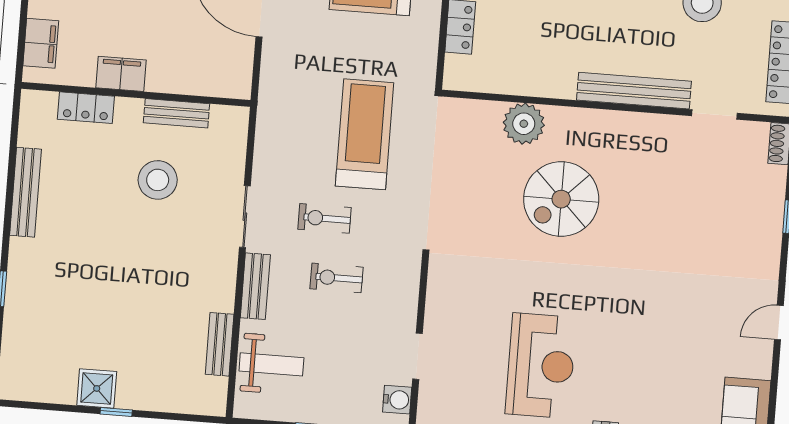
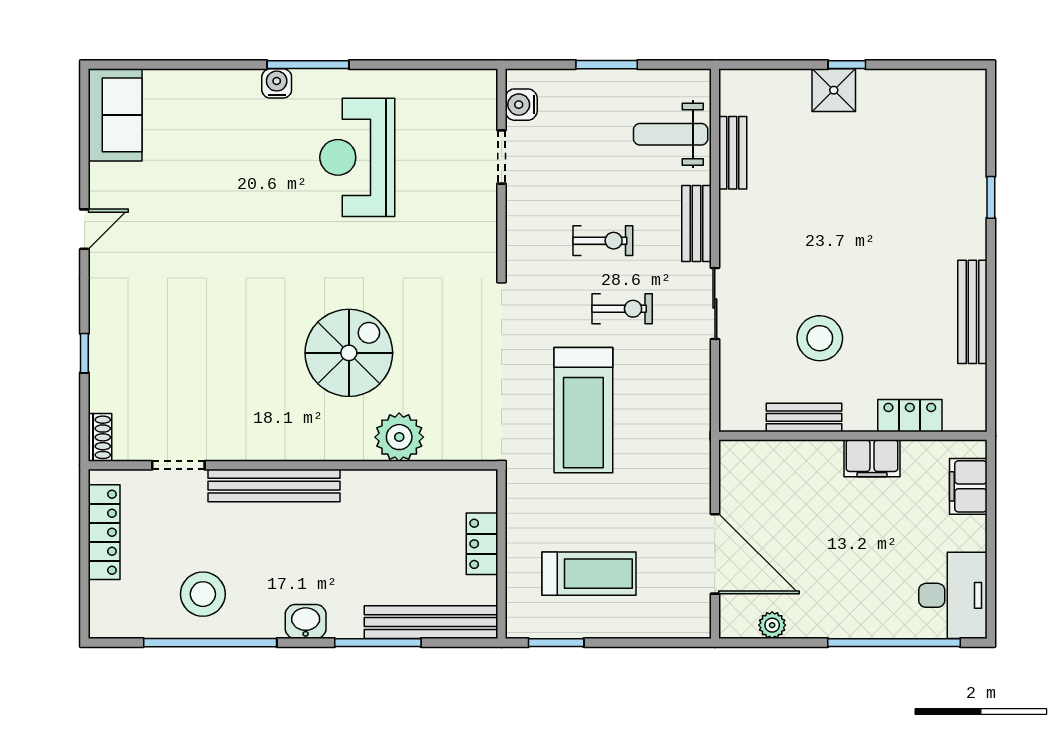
shower: (97, 388) -> (834, 90), moved

